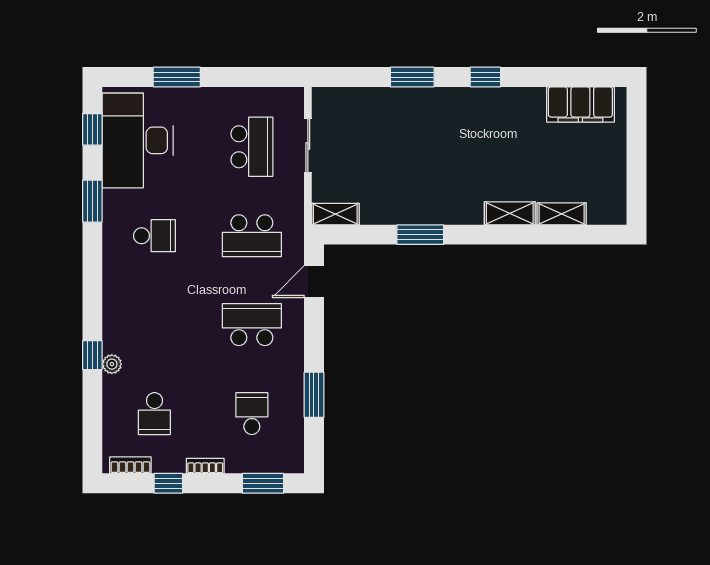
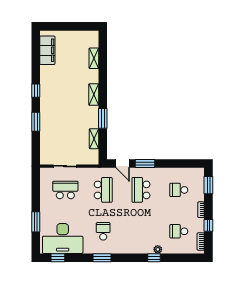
window: (92, 201) -> (102, 258), moved
shelving: (510, 213) -> (94, 95), moved
shelving: (335, 214) -> (94, 139), moved
window: (314, 395) -> (145, 164), moved
school desk: (154, 414) -> (179, 231), turned 180

